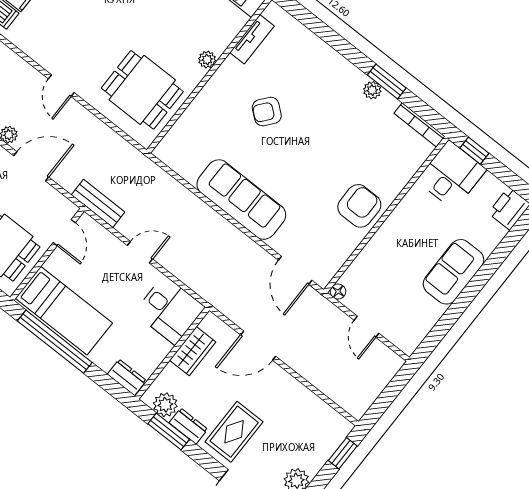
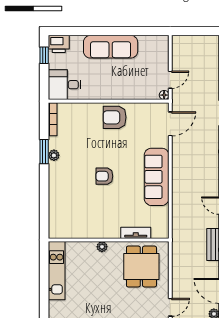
tv unit: (252, 39) -> (136, 233), moved
armchair: (267, 112) -> (104, 176), moved, turned 141
window: (474, 151) -> (44, 55), moved
sofa: (454, 272) -> (111, 47), width x1.36
door: (367, 327) -> (170, 80), moved

